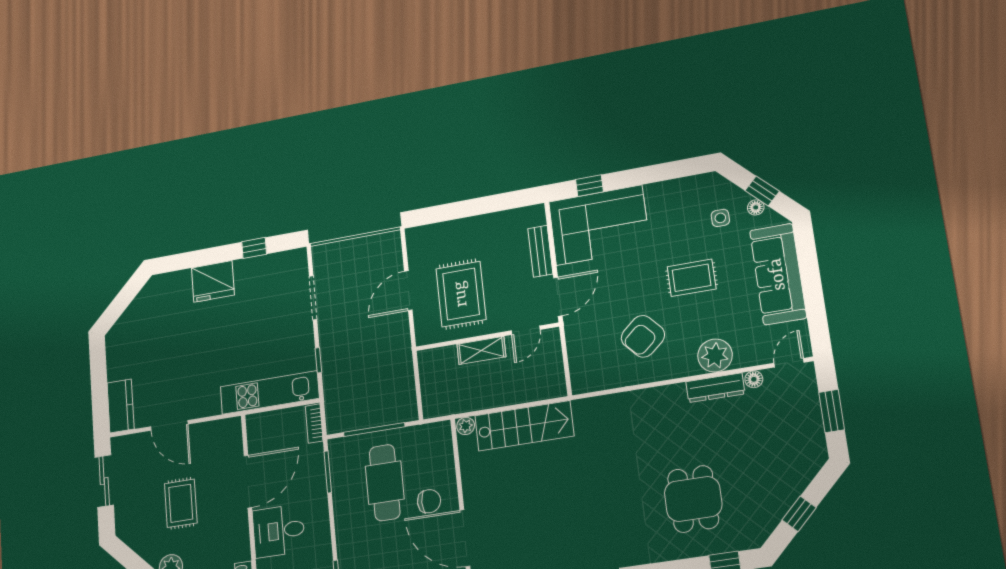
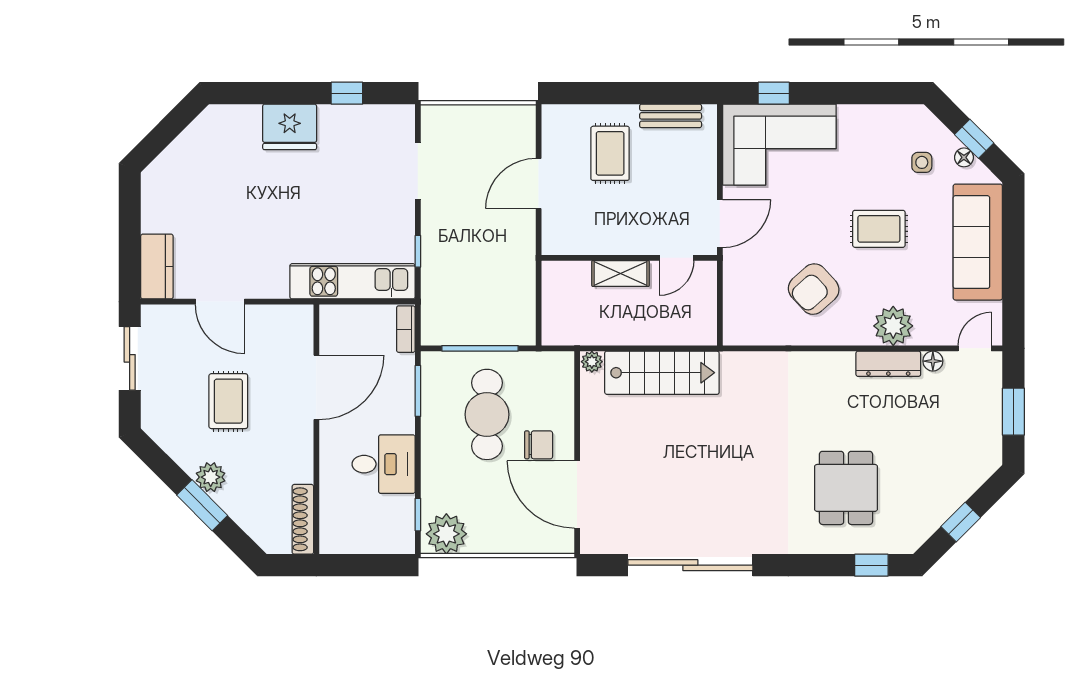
bench: (540, 251) -> (671, 116), moved, turned 90
rug: (461, 294) -> (610, 153), moved, width x0.73, depth x0.70
desk: (279, 531) -> (384, 464), moved, turned 180

